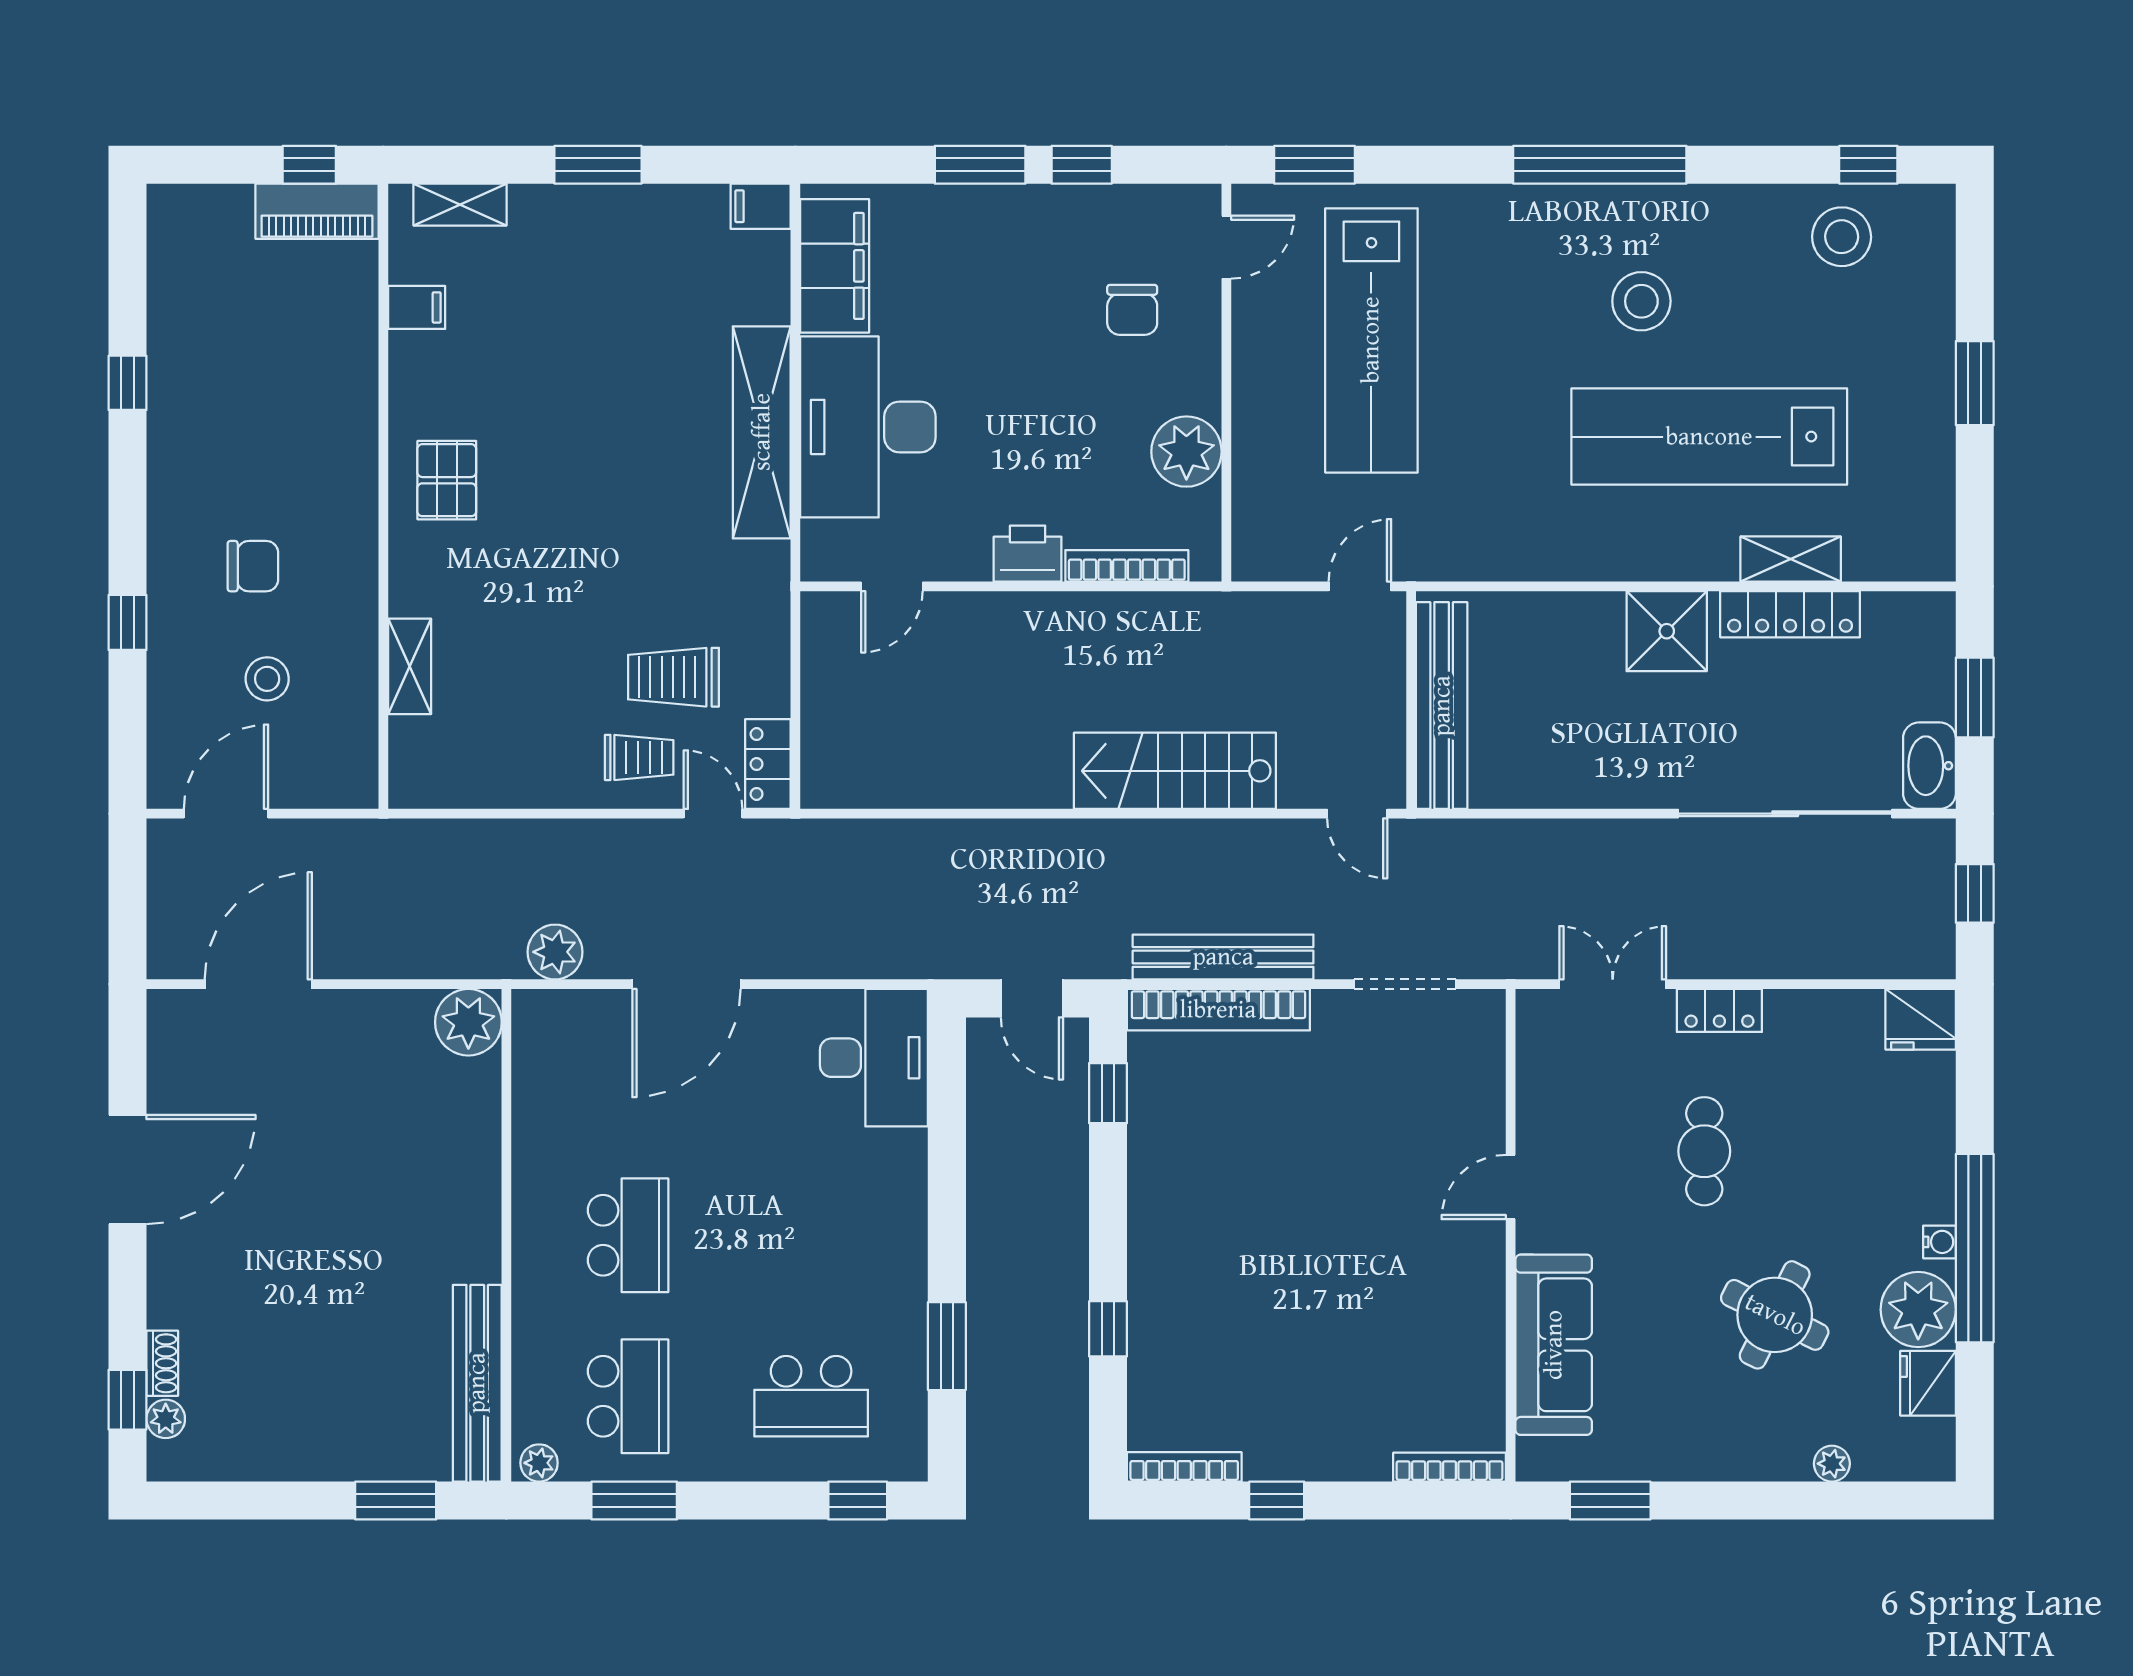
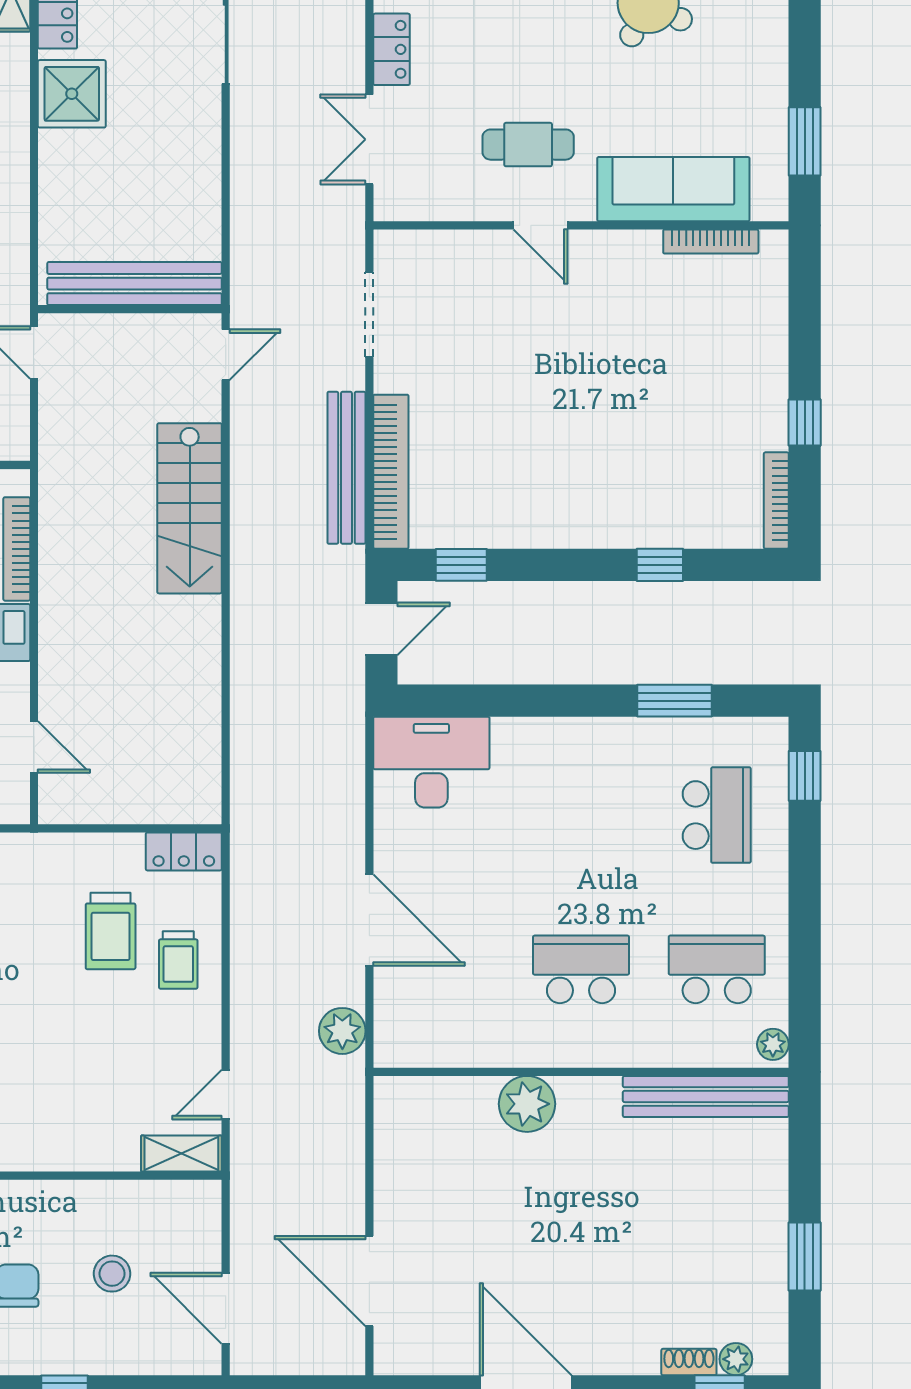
shelving: (410, 666) -> (181, 1154), moved
trolley: (639, 757) -> (178, 960), turned 180
door: (713, 814) -> (226, 1095), moved
plant: (468, 1022) -> (527, 1104), moved
cafe table: (1704, 1151) -> (528, 145), moved
bookcase: (1449, 1467) -> (711, 242), moved, turned -90
window: (396, 1500) -> (805, 1256), moved
window: (634, 1500) -> (805, 964), removed

